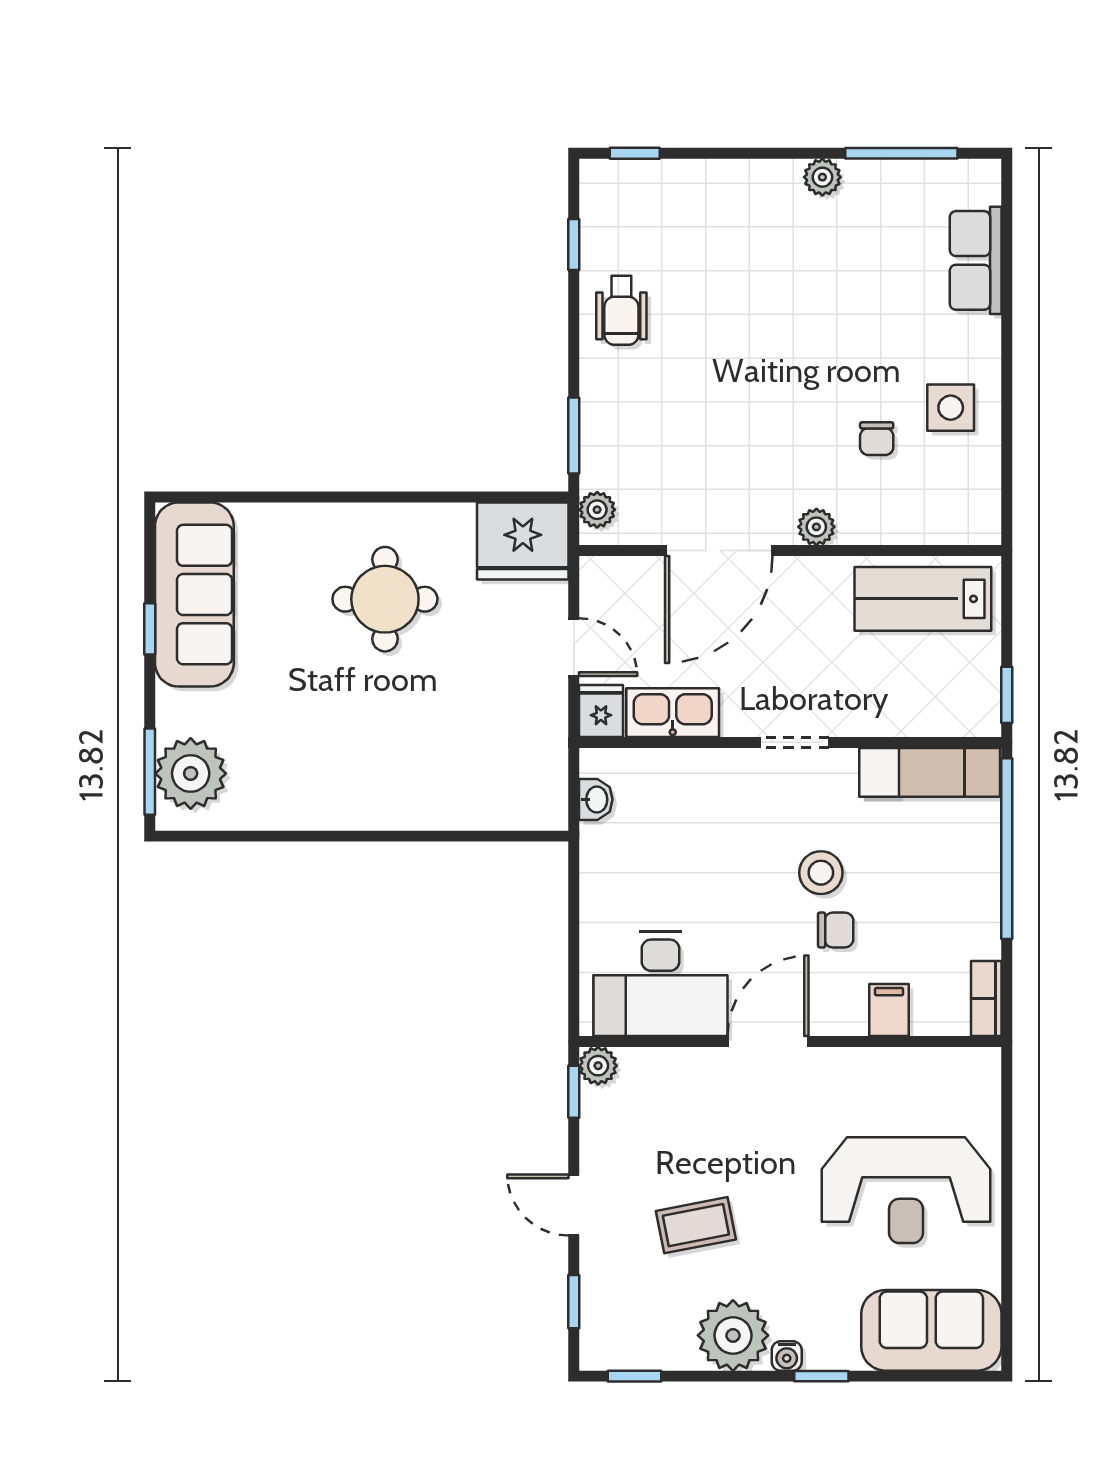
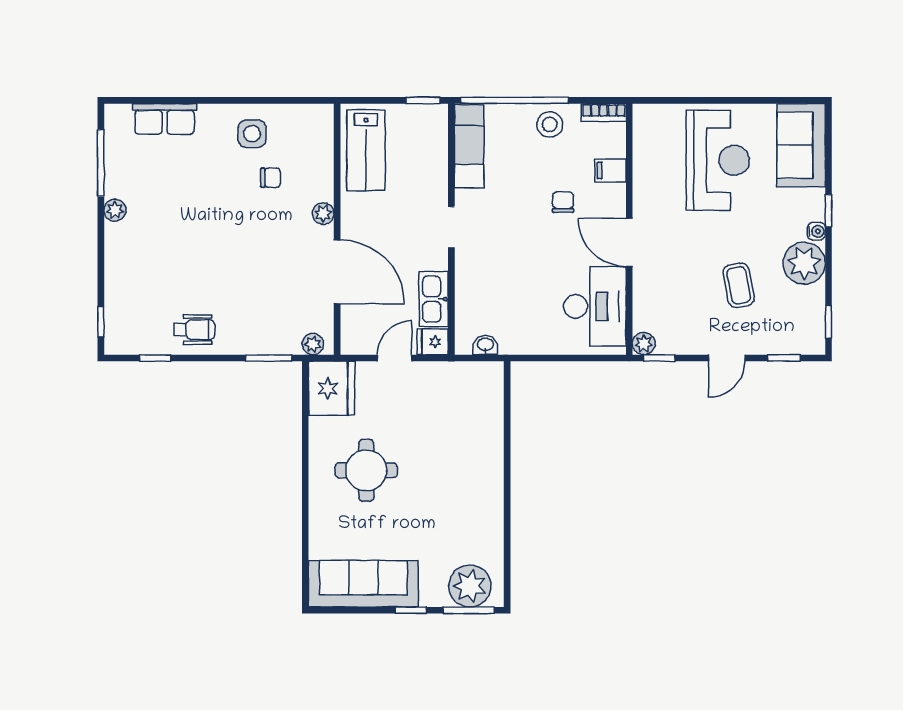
window: (150, 629) -> (411, 610), moved
stool: (821, 873) -> (550, 124), moved

